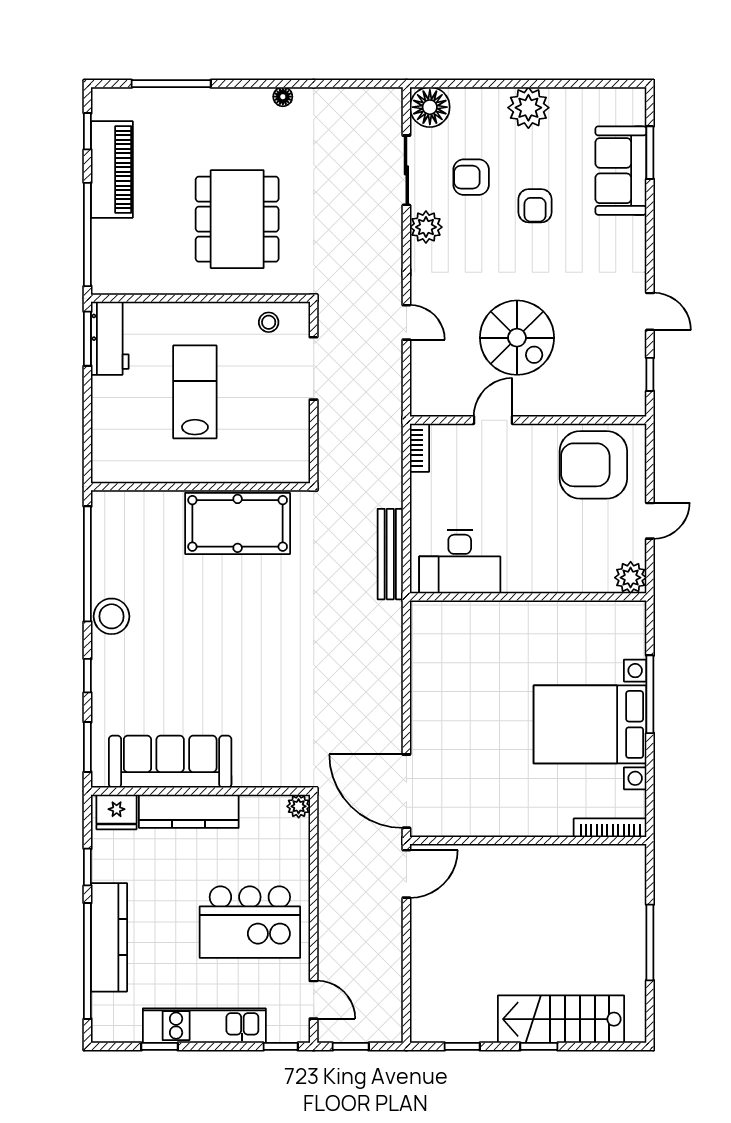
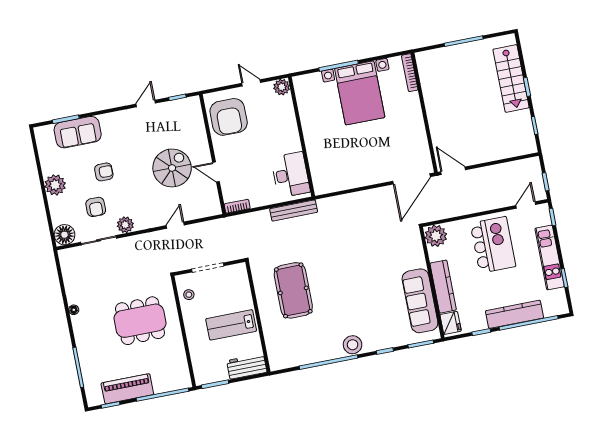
workbench: (110, 338) -> (247, 366), moved
wall: (200, 487) -> (258, 317), moved
plant: (299, 806) -> (436, 236), width x1.88, depth x1.88

